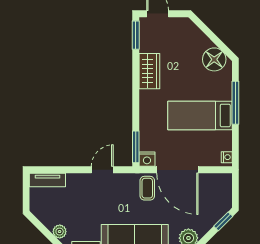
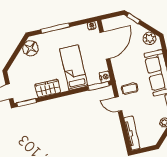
bed: (200, 115) -> (74, 68), moved, turned 180
door: (177, 170) -> (105, 45), moved
tv unit: (47, 180) -> (132, 133), width x1.41
coffee table: (147, 188) -> (130, 89), moved

